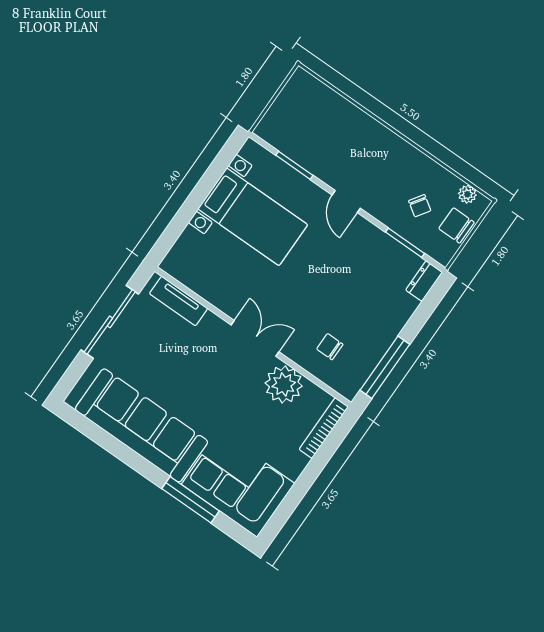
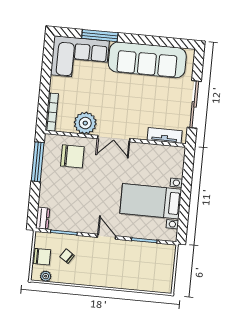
chair: (330, 347) -> (72, 156), width x1.87, depth x1.87

